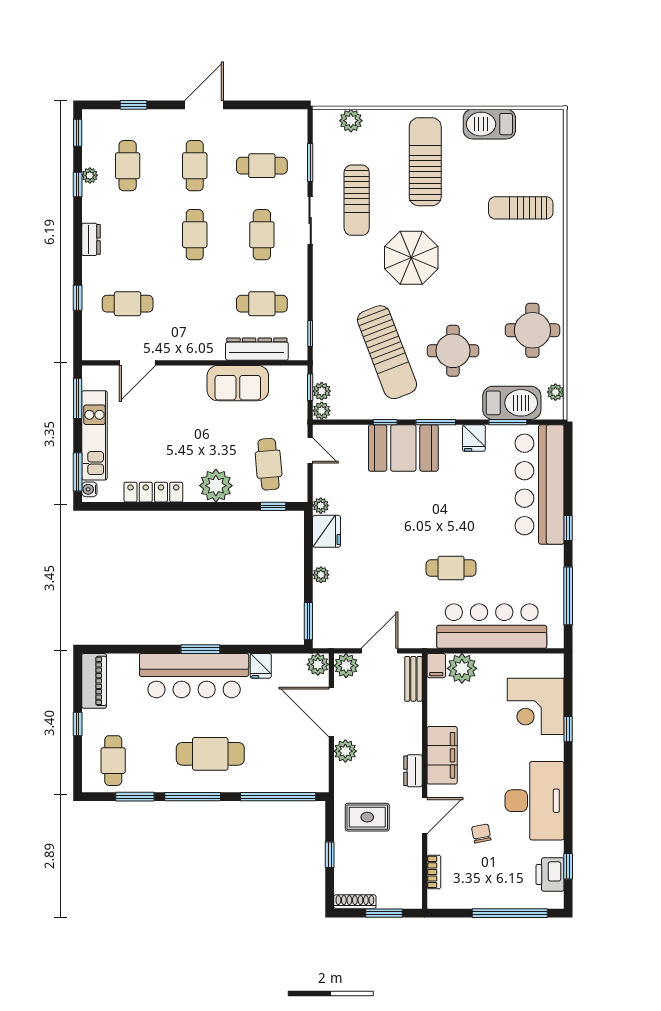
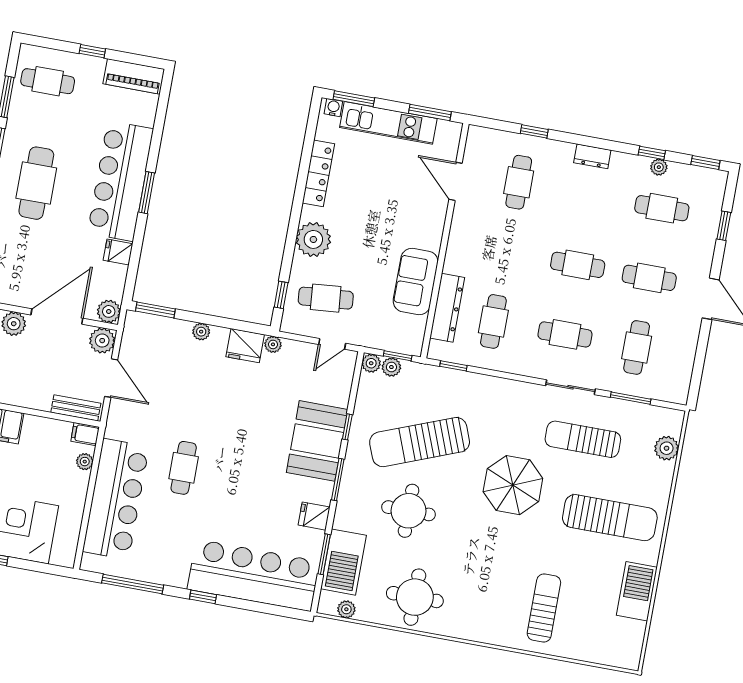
plant: (462, 668) -> (85, 462), width x0.53, depth x0.53

